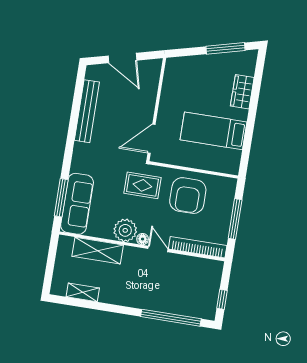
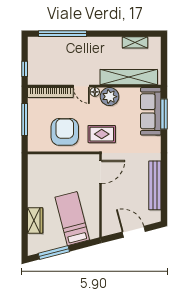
bed: (213, 131) -> (72, 219), moved, turned -105
shelving: (98, 251) -> (129, 77), width x1.47
window: (222, 299) -> (25, 69), moved

